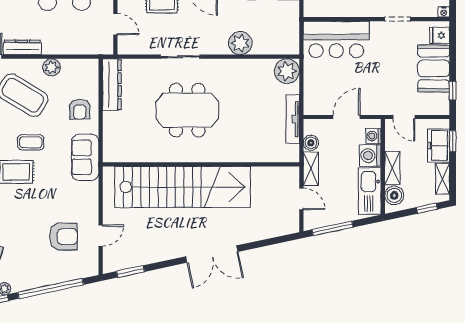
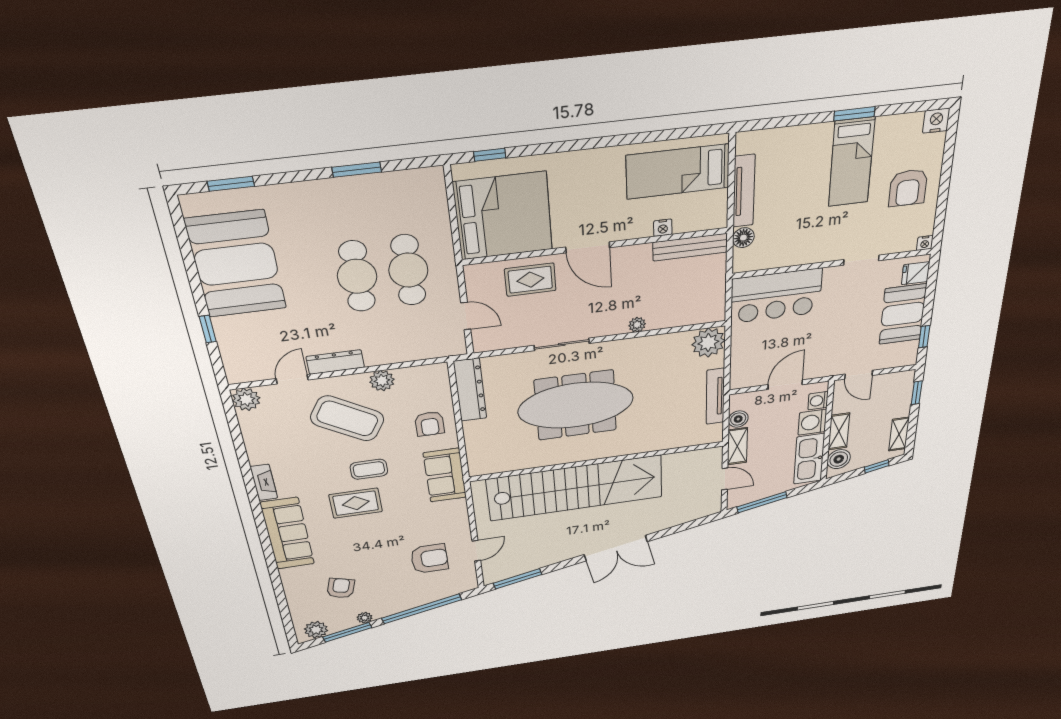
plant: (240, 43) -> (637, 325), width x0.53, depth x0.53
meeting table: (187, 110) -> (576, 405), width x1.36
freezer: (439, 145) -> (899, 400), removed
window: (131, 271) -> (518, 579), width x1.44

